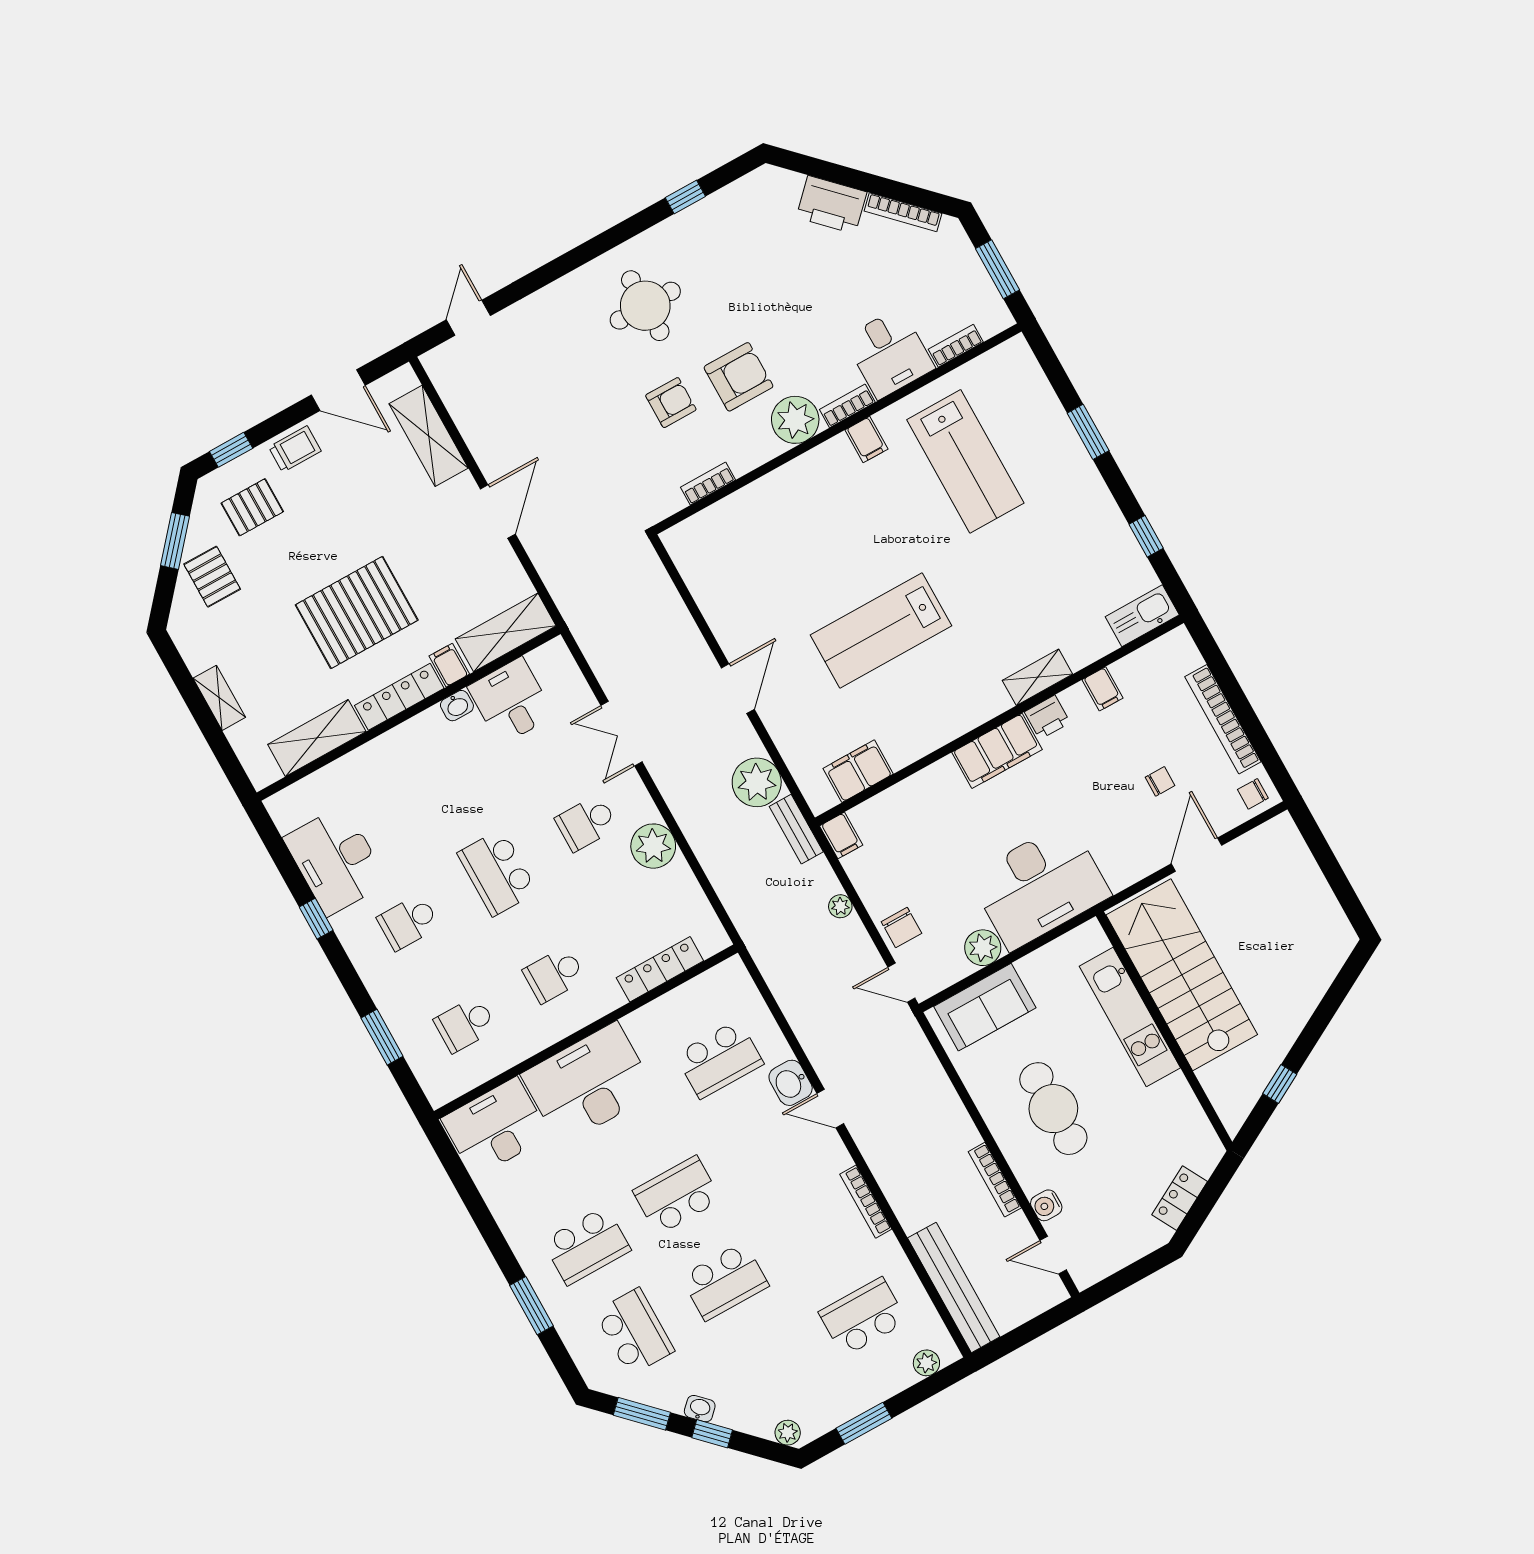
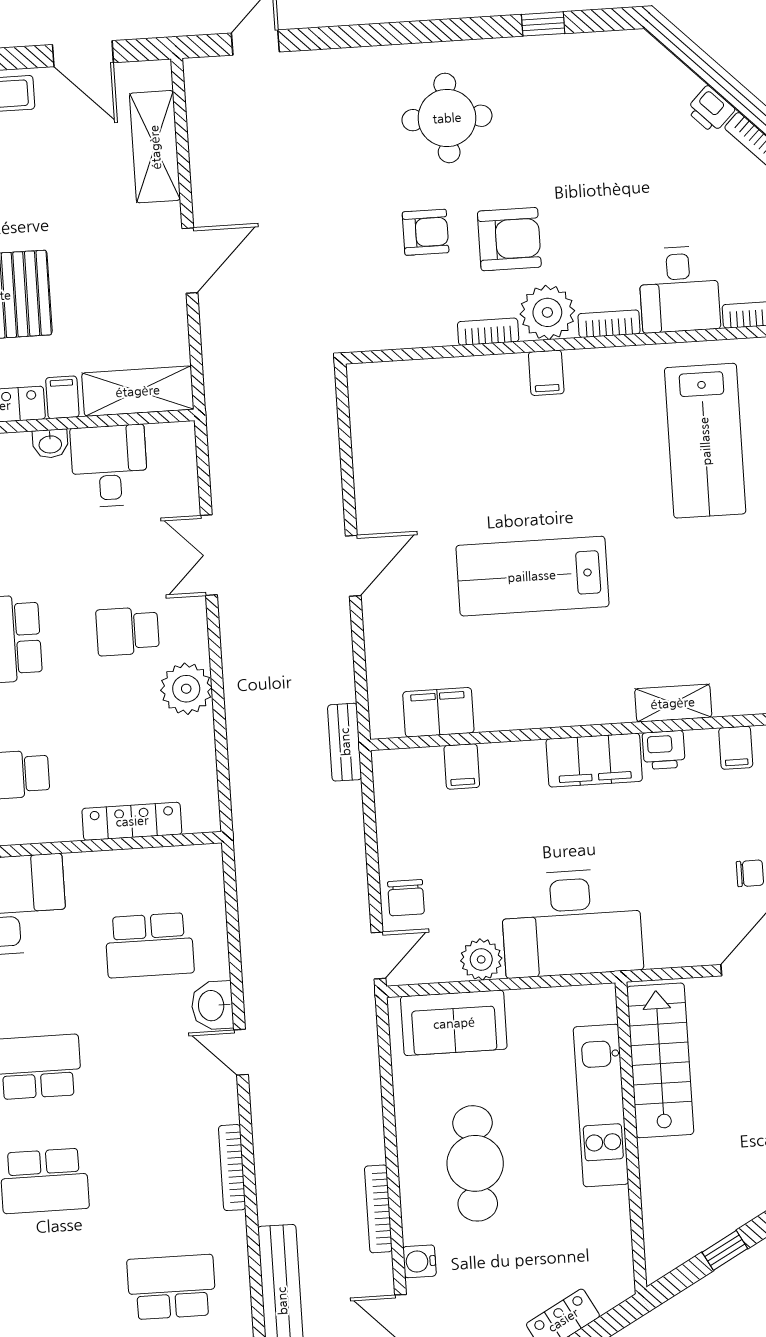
printer: (831, 205) -> (710, 110), width x0.53, depth x0.68
filing cabinet: (866, 440) -> (546, 373), moved
bookcase: (708, 484) -> (488, 332), moved
plant: (757, 782) -> (326, 674), removed
filing cabinet: (841, 835) -> (462, 766), moved
plant: (840, 906) -> (352, 845), removed
stairs: (1182, 975) -> (660, 1060), width x0.73, depth x0.66
door: (901, 983) -> (379, 956), swing flipped

